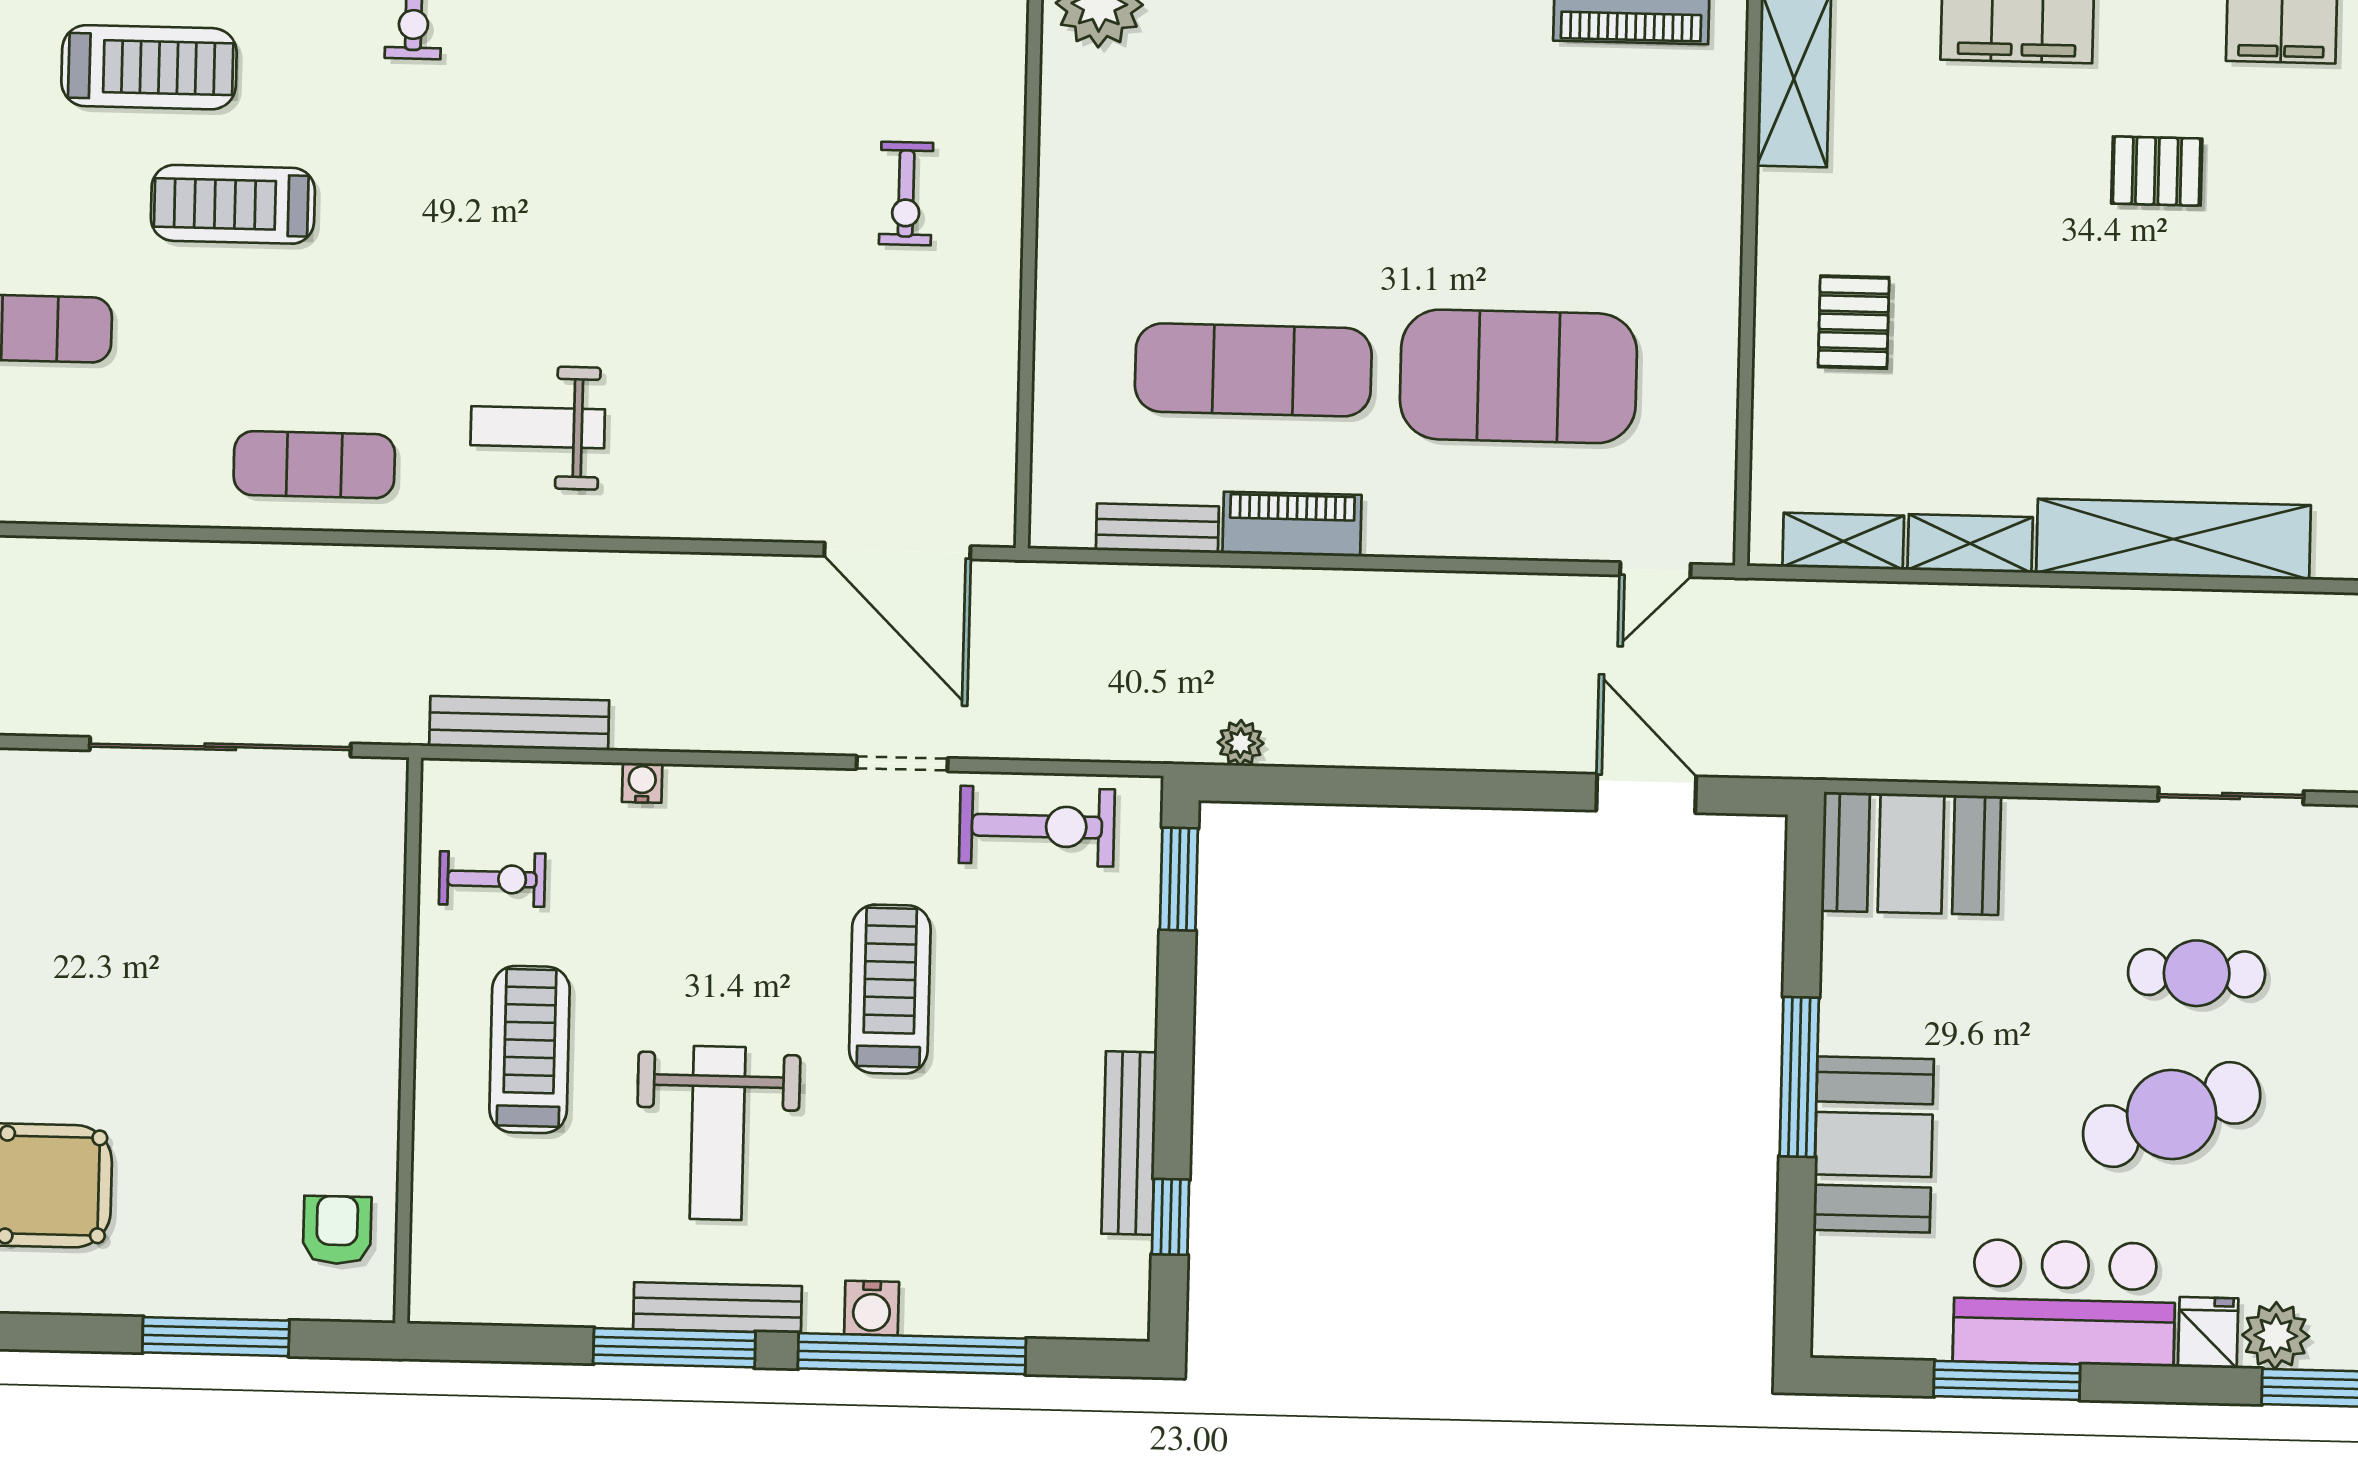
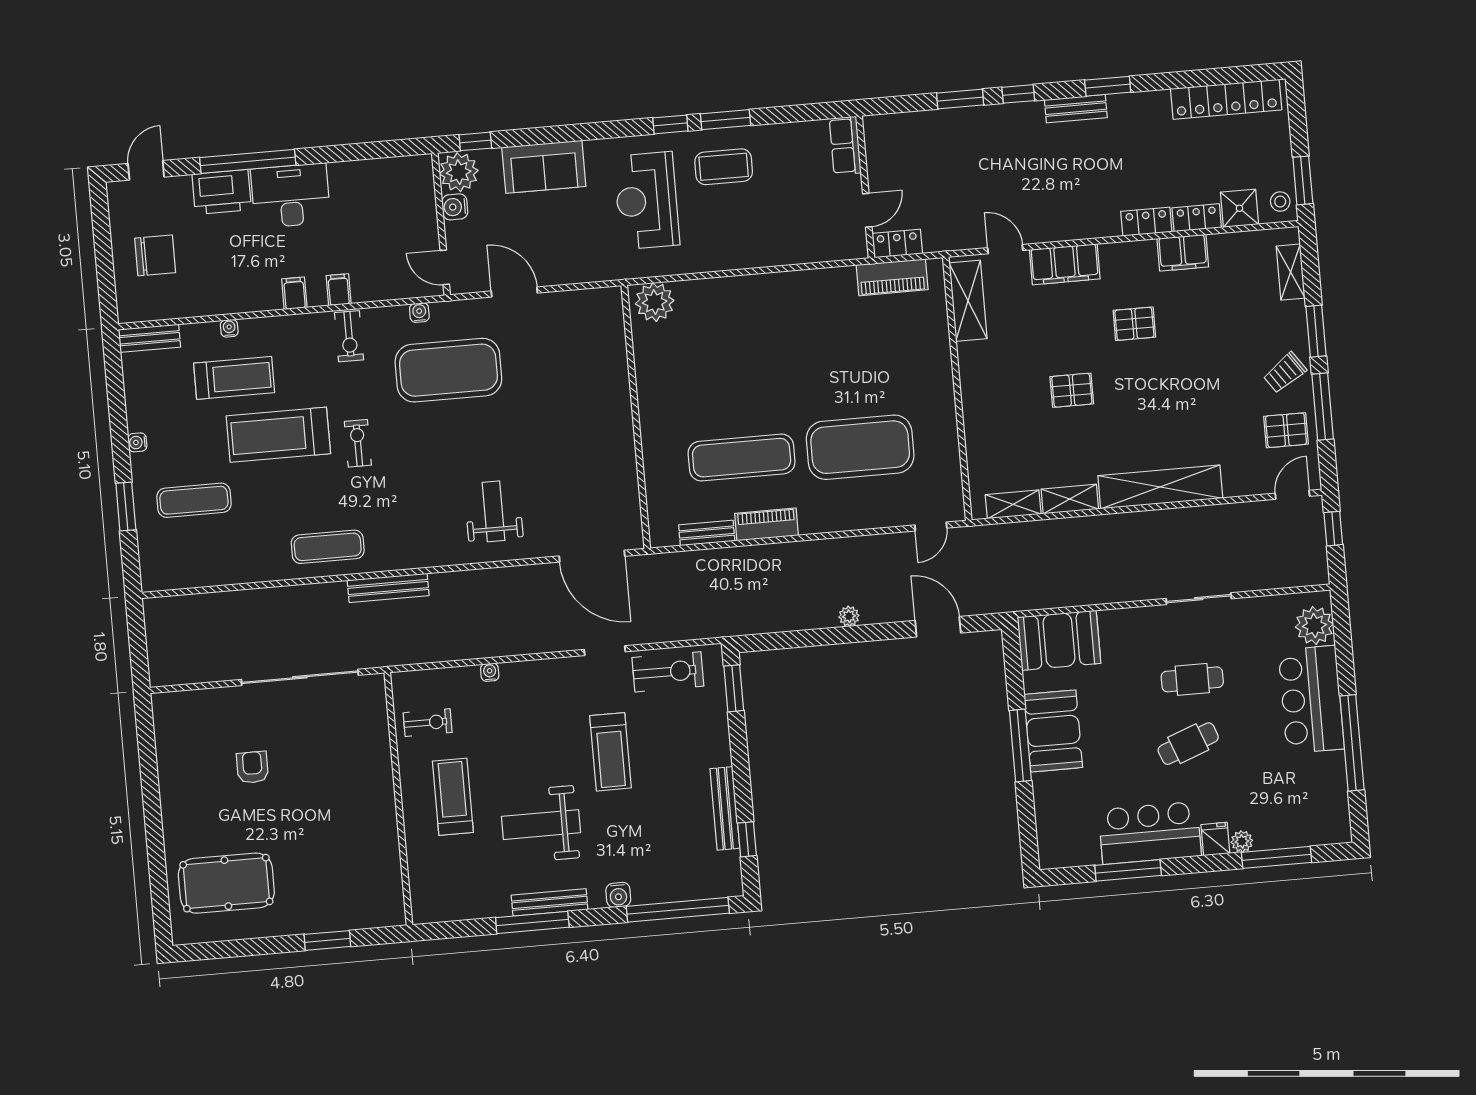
exercise mat: (626, 103) -> (448, 370), added
exercise bike: (906, 193) -> (358, 443), moved, turned 180
treadmill: (233, 204) -> (278, 435), width x1.37, depth x1.38
pallet: (1854, 322) -> (1072, 390), moved, turned 90
weight bench: (538, 427) -> (494, 511), moved, turned 90
bench: (519, 723) -> (388, 588), moved
plant: (1241, 743) -> (849, 616), moved
treadmill: (890, 989) -> (610, 752), turned 180
cafe table: (2172, 1115) -> (1188, 744), width x0.73, depth x0.74
weight bench: (718, 1133) -> (541, 825), turned 90
booth: (1874, 1145) -> (1053, 731), moved
armchair: (337, 1230) -> (252, 767), moved
plant: (2276, 1336) -> (1242, 841), width x0.73, depth x0.73
window: (216, 1337) -> (327, 940), width x0.69
window: (912, 1354) -> (678, 910), moved

